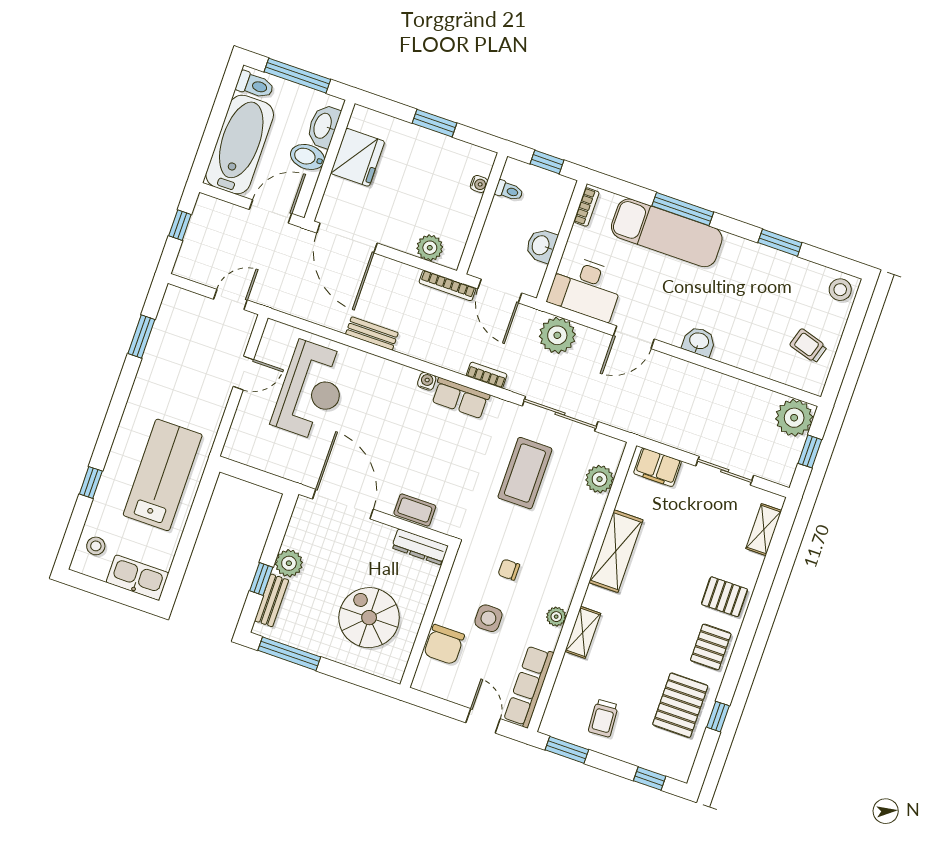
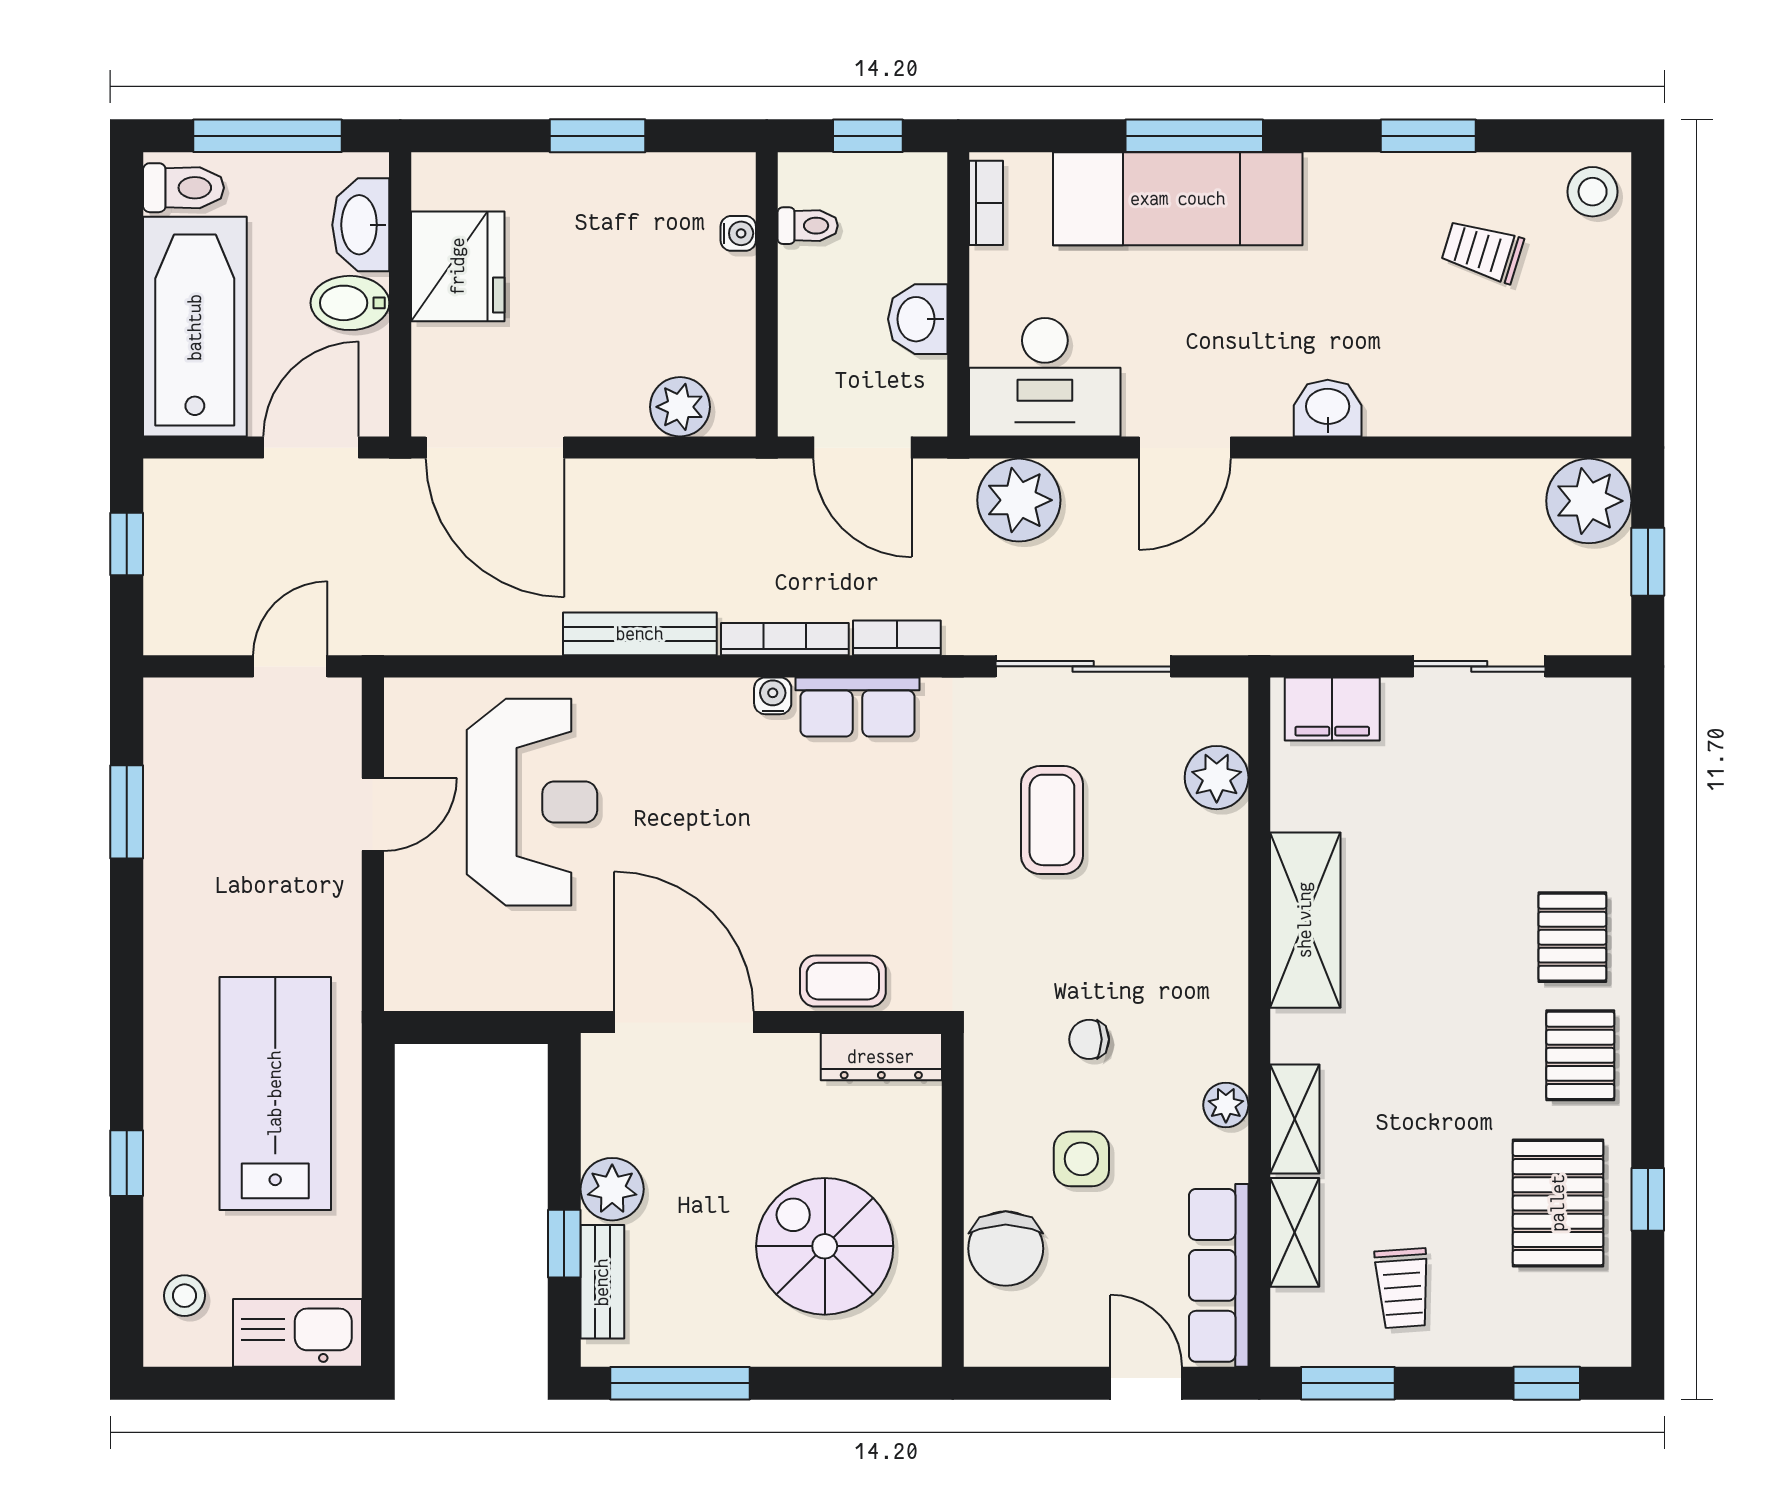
bookcase: (447, 285) -> (785, 639), moved, turned 180
bench: (372, 333) -> (640, 634), width x1.36
trolley: (808, 346) -> (1482, 251), moved
coffee table: (525, 473) -> (1052, 820), width x0.73, depth x0.76
shelving: (764, 530) -> (1295, 1232), moved
pallet: (724, 597) -> (1572, 937), turned 90

